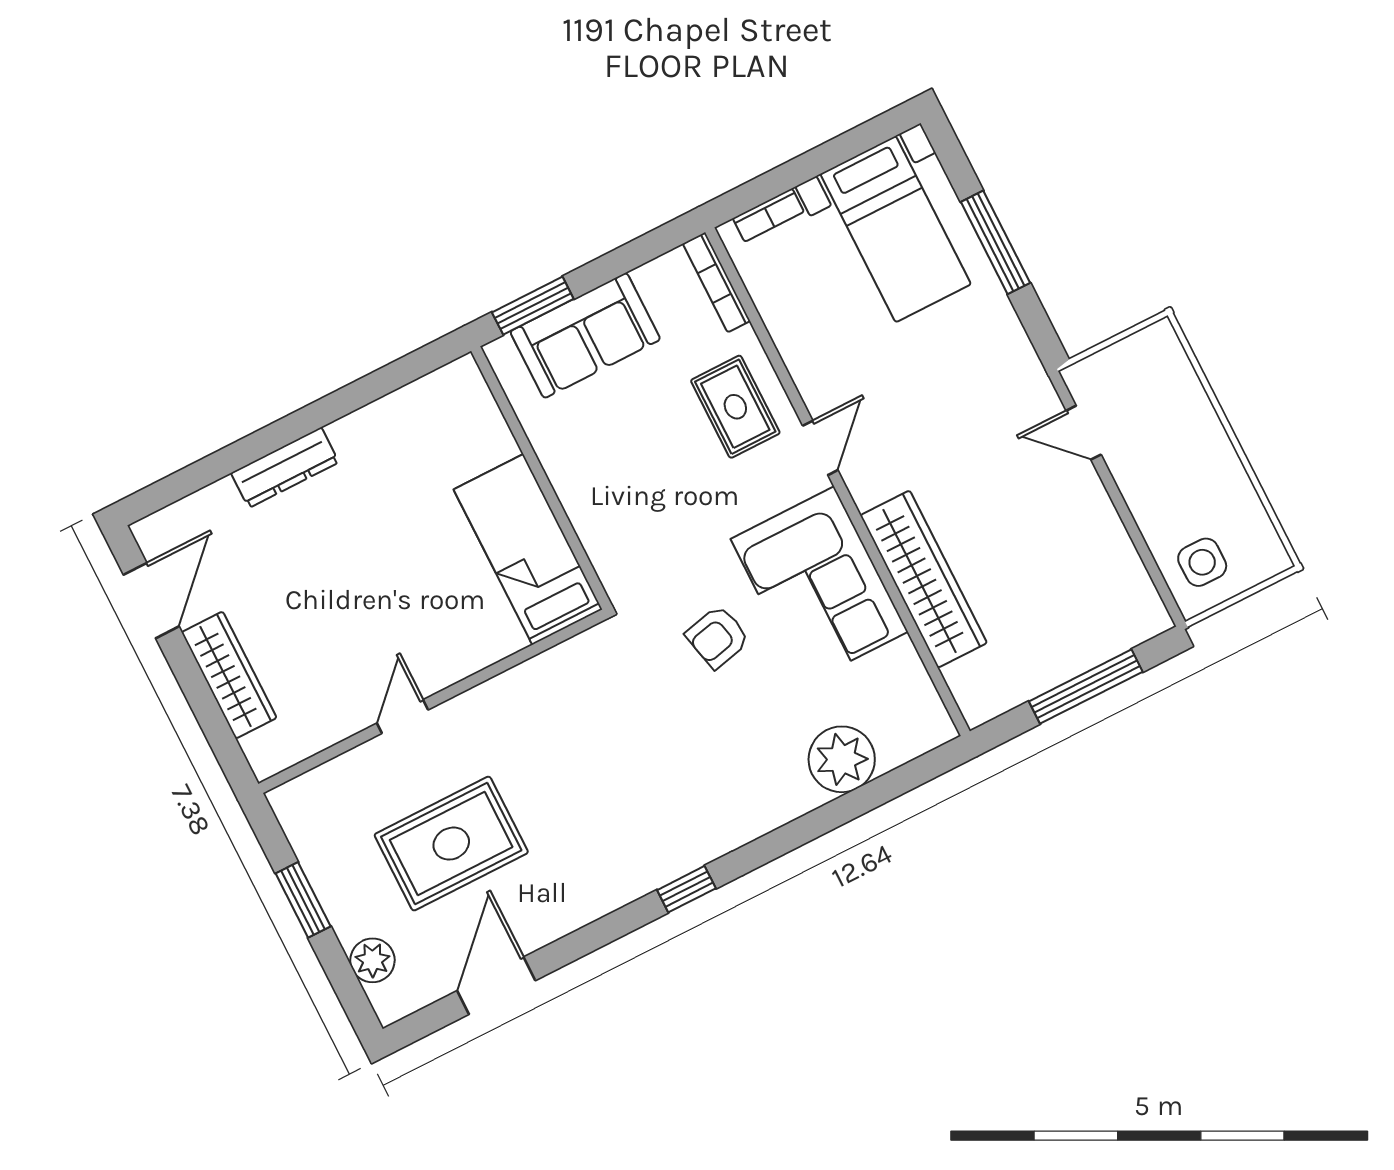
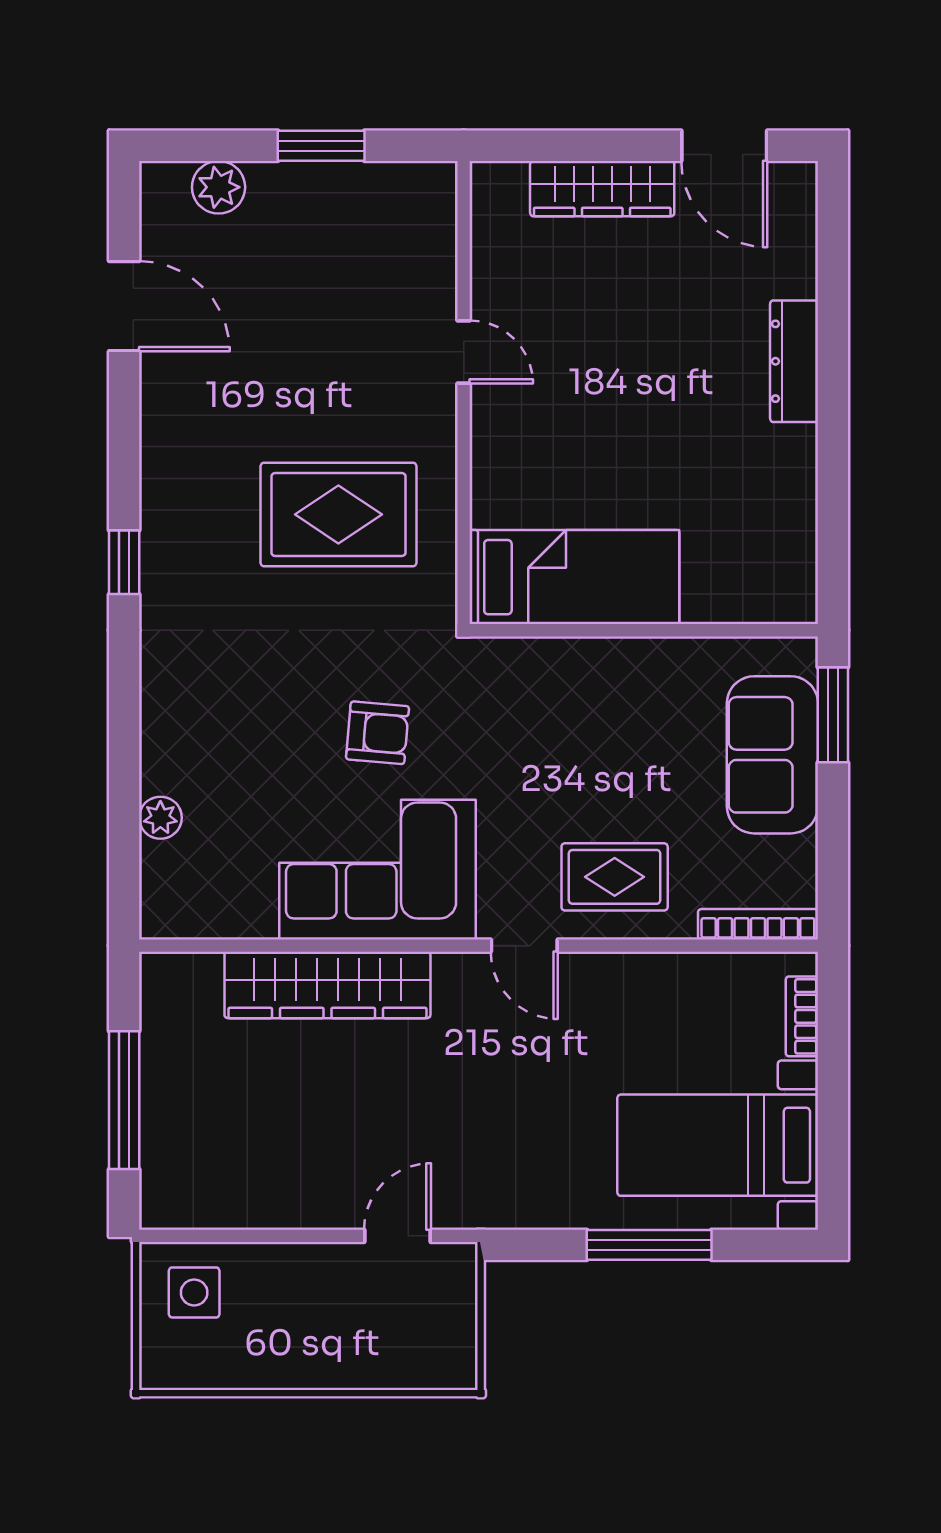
armchair: (718, 637) -> (378, 733), turned 108
plant: (842, 759) -> (160, 818), width x0.53, depth x0.53
rug: (451, 844) -> (338, 514), moved, turned 90

